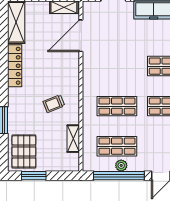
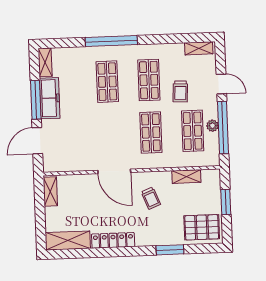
door: (81, 36) -> (114, 171), moved
trolley: (155, 136) -> (180, 91), added
window: (34, 176) -> (226, 202), moved

